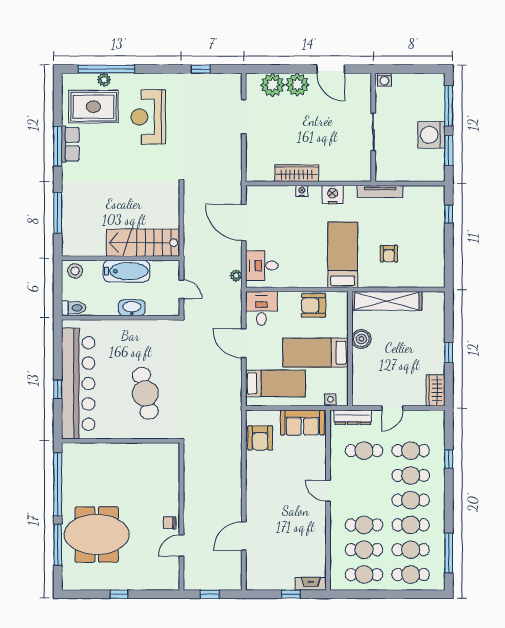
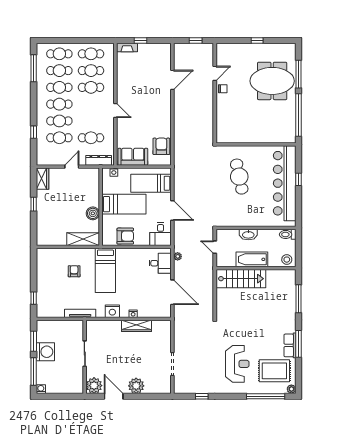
plant: (104, 80) -> (291, 389), moved
washing machine: (384, 80) -> (41, 389), moved
plant: (273, 85) -> (94, 386), moved
shelving: (387, 301) -> (83, 239), width x0.68

